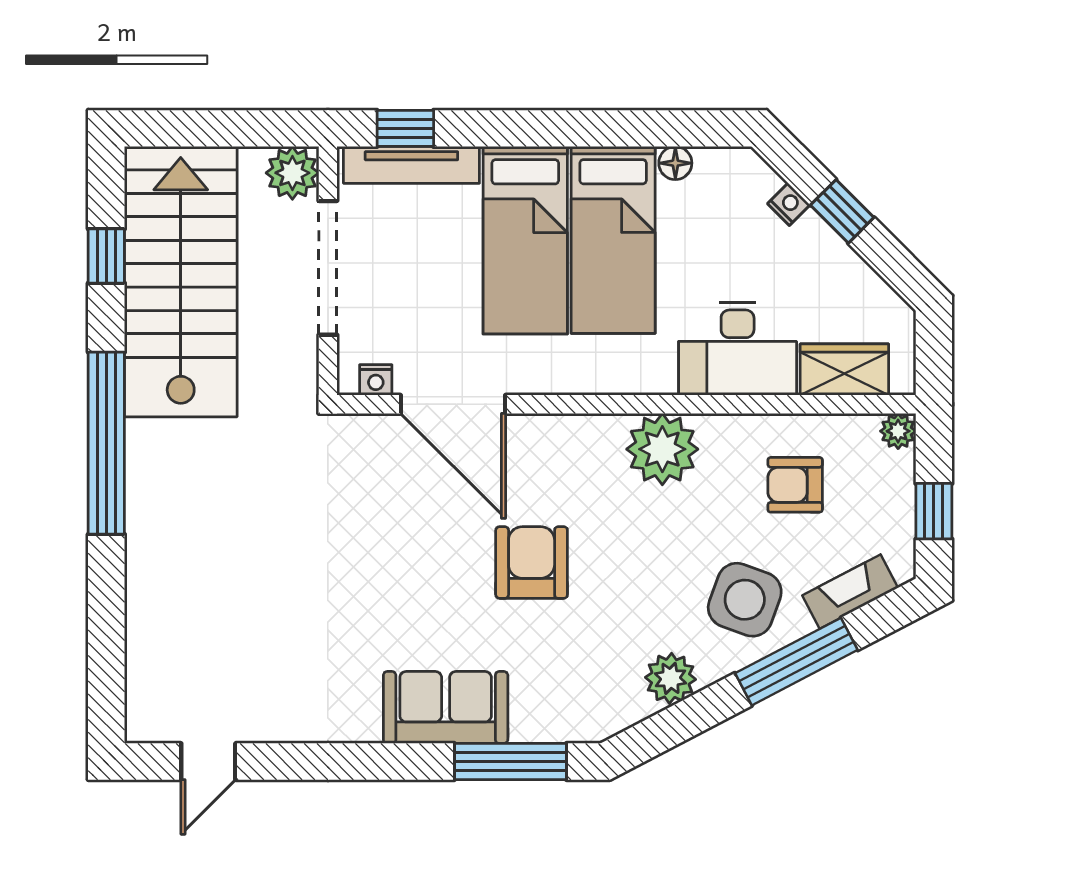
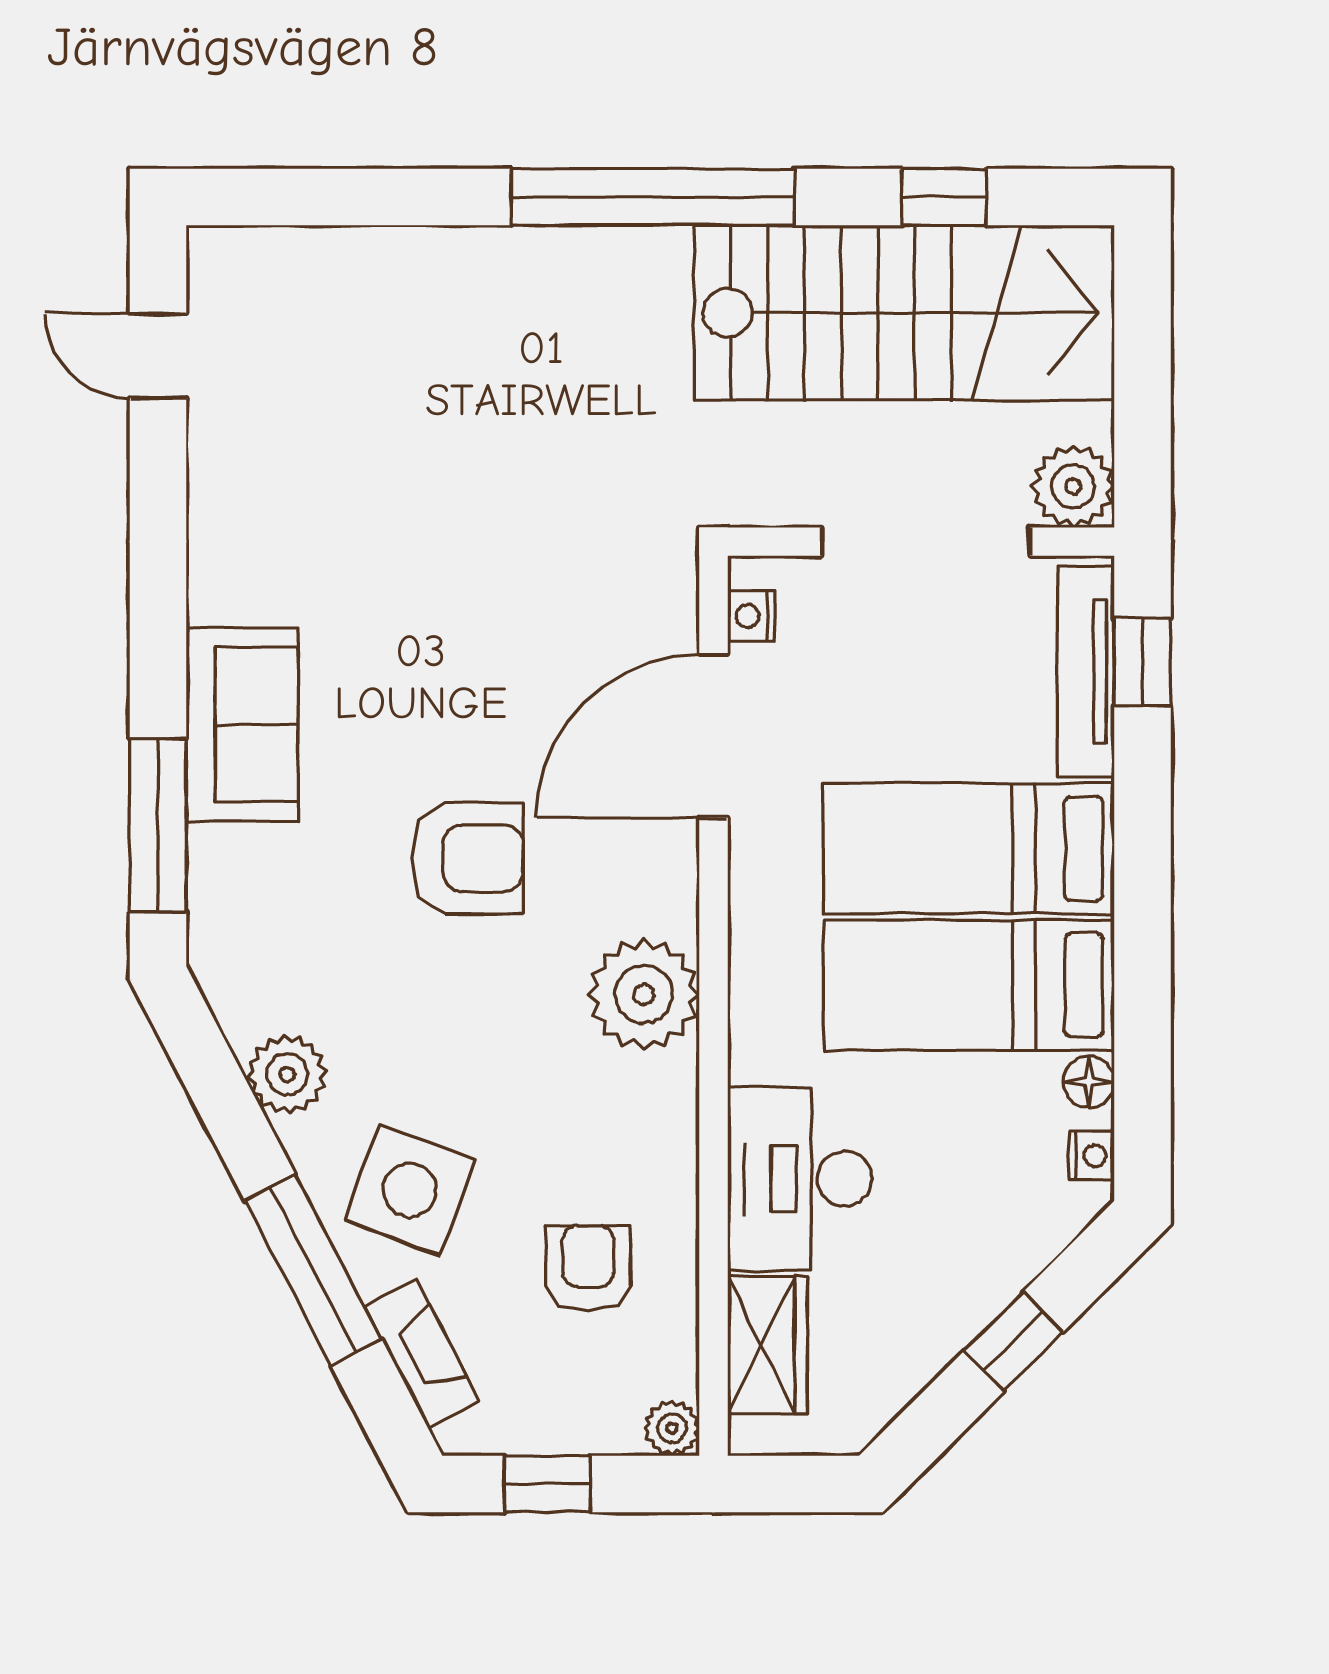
nightstand: (789, 204) -> (1092, 1156), moved, turned -45
plant: (662, 449) -> (644, 994), moved

